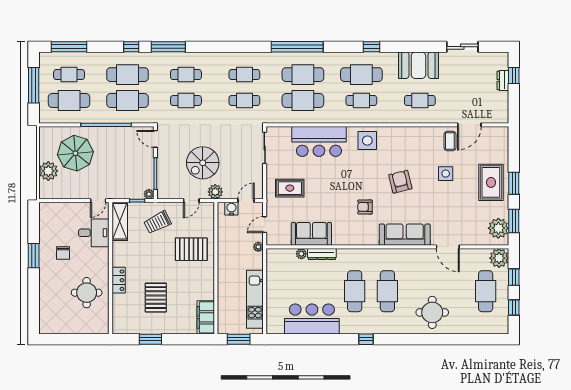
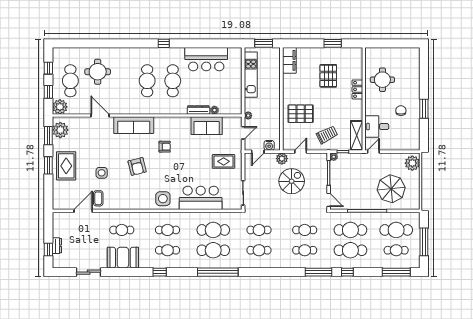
cafe table: (361, 75) -> (168, 250), width x0.73, depth x0.74
plant: (48, 171) -> (412, 163), moved
round table: (432, 312) -> (98, 72), moved

